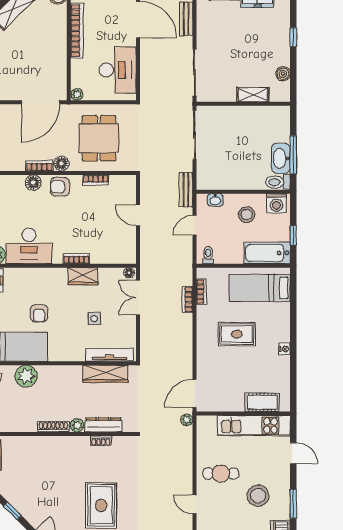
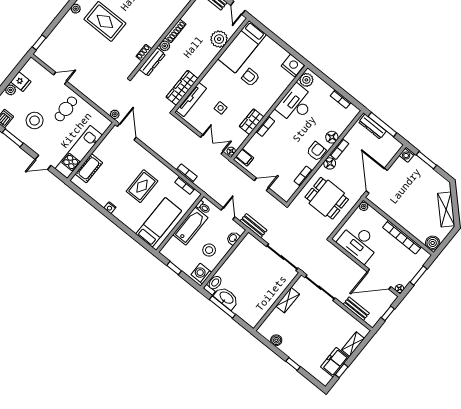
shelving: (253, 95) -> (288, 300), moved
bathtub: (267, 253) -> (190, 226), moved
filing cabinet: (124, 254) -> (245, 157), added

